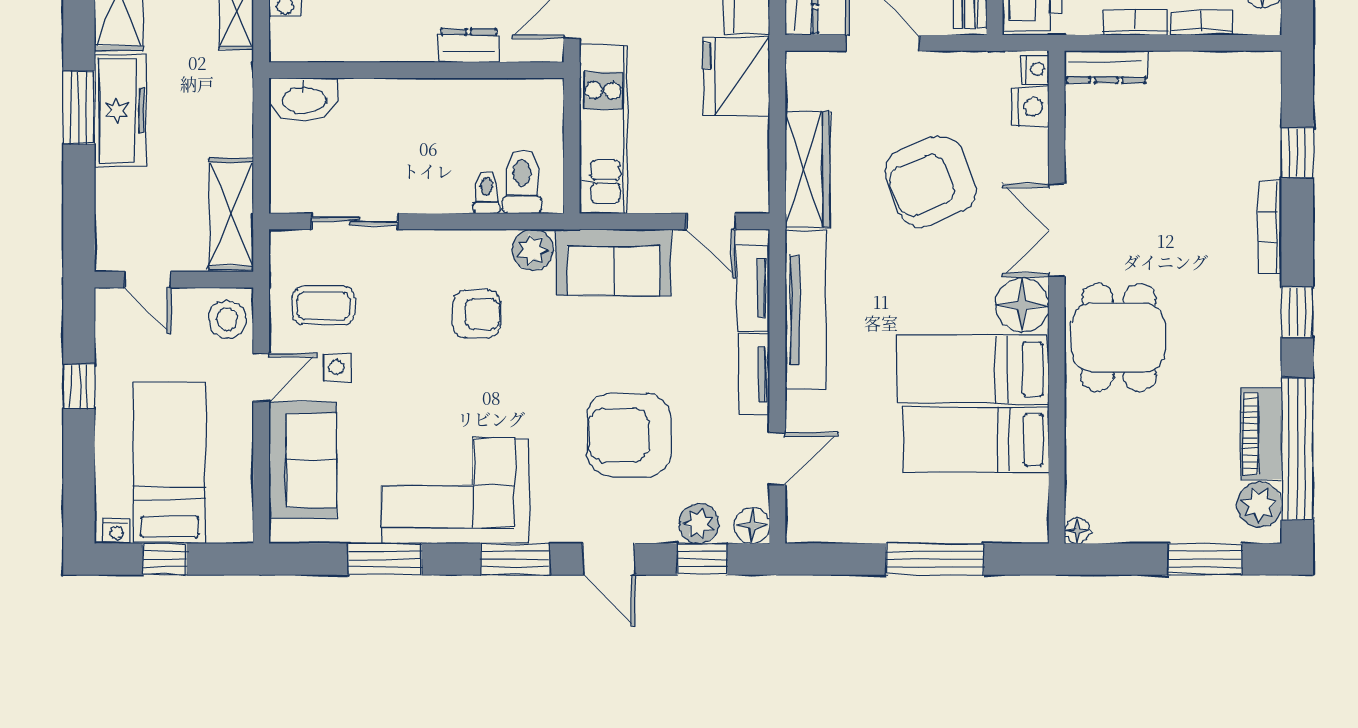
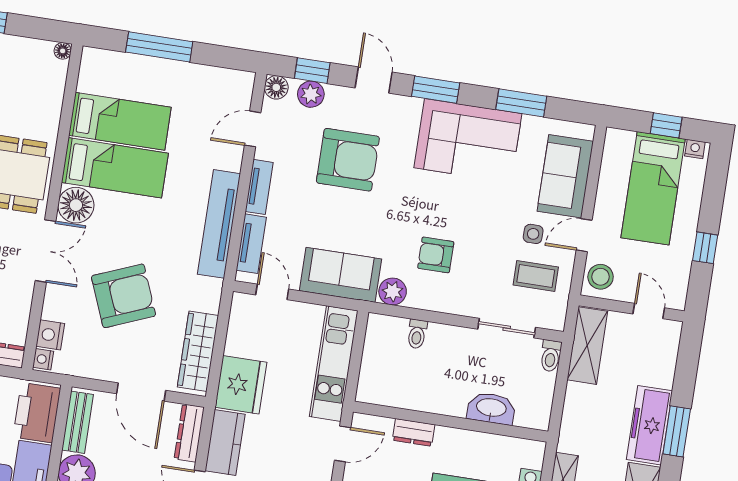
washbasin: (304, 99) -> (491, 408), moved
wardrobe: (807, 169) -> (198, 351), moved
toilet: (522, 182) -> (551, 356), moved, width x0.73, depth x0.72

